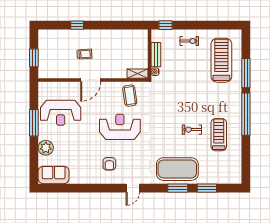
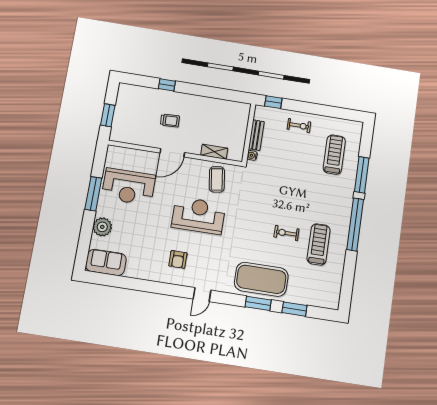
treadmill: (221, 60) -> (334, 155), width x0.73, depth x0.73
shelving: (137, 74) -> (214, 152), moved

